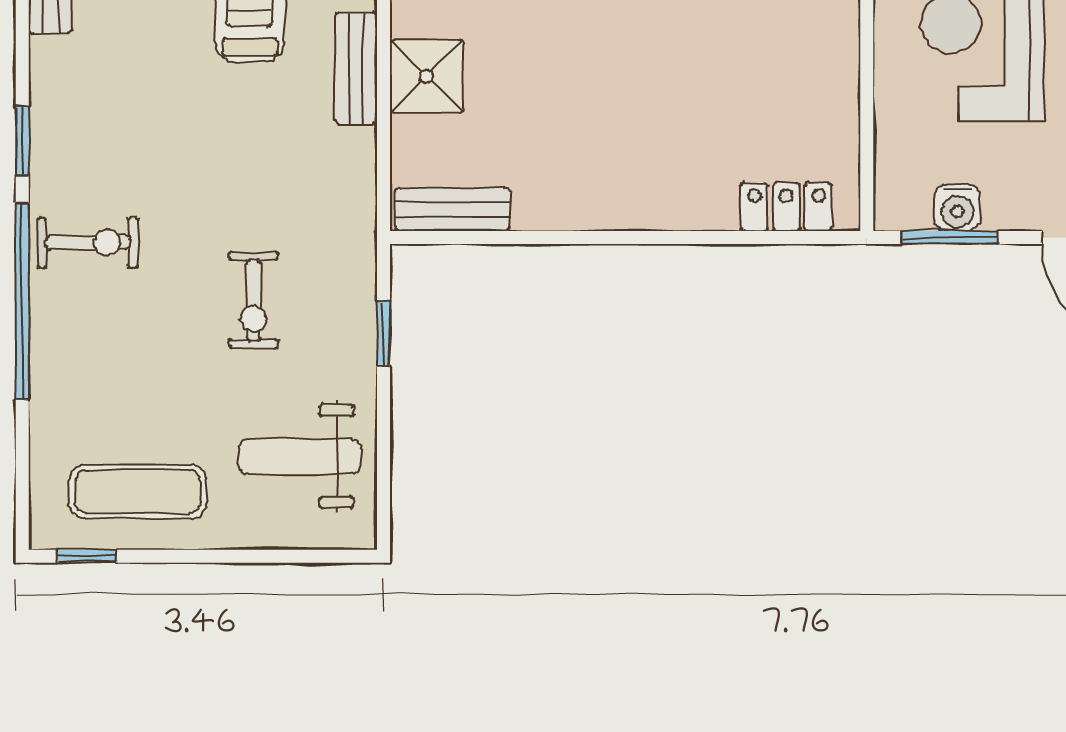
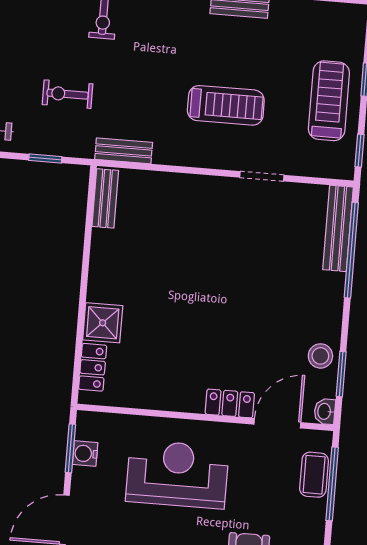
bench: (356, 68) -> (124, 151), moved
shower: (427, 76) -> (103, 323), moved

